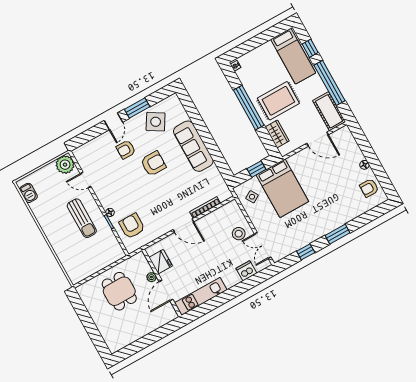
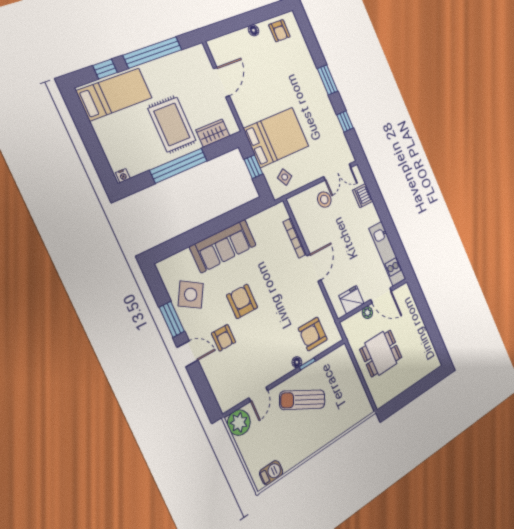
cot: (329, 111) -> (188, 61), removed
sun lounger: (82, 218) -> (302, 400), turned -153

